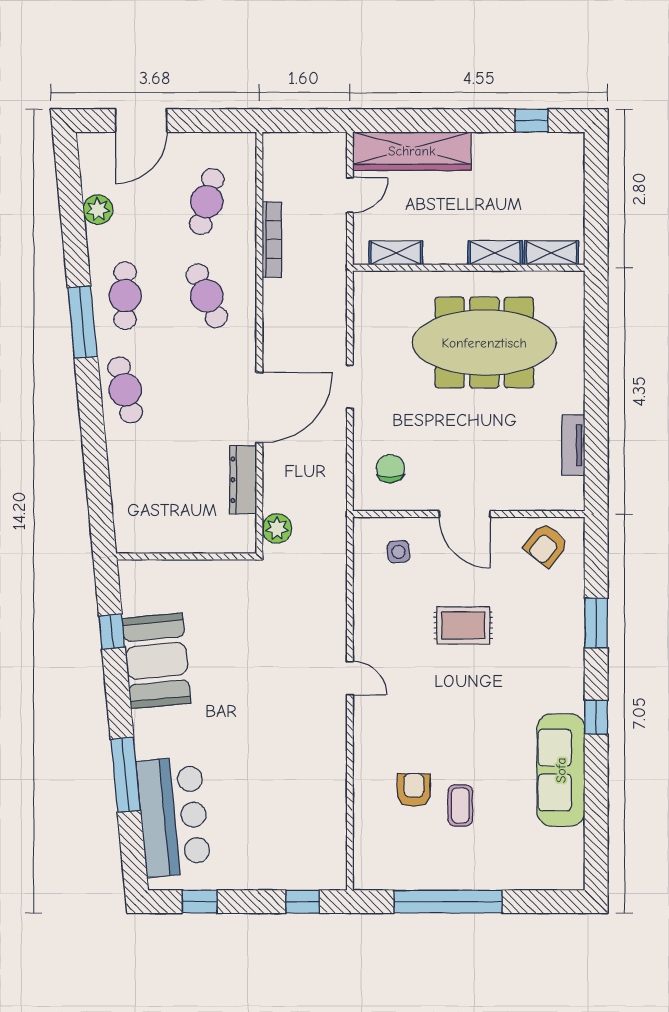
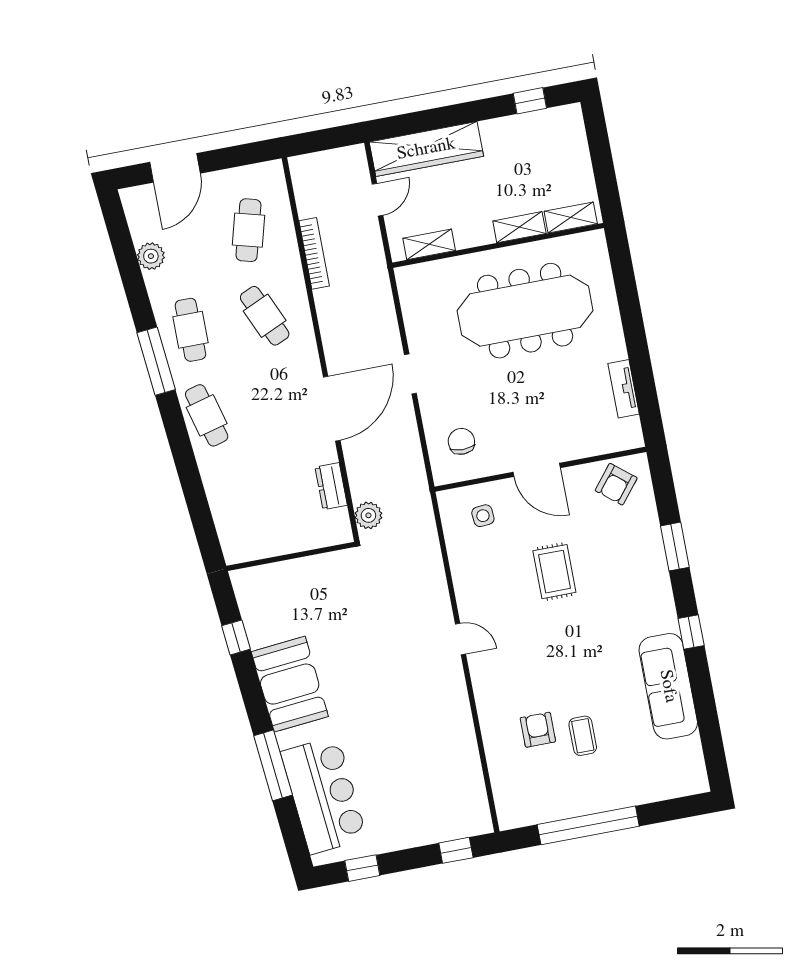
dresser: (243, 480) -> (331, 486), width x0.70
rug: (463, 625) -> (554, 572), turned 90
booth: (157, 661) -> (290, 684), moved

